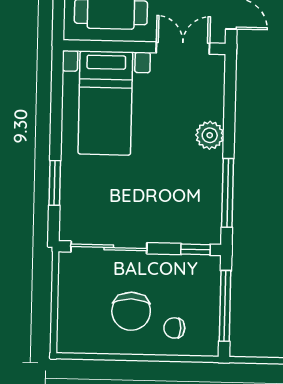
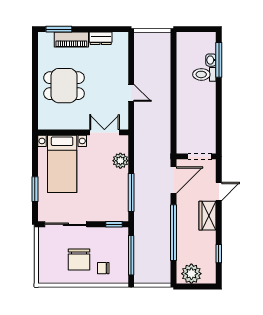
wall: (144, 47) -> (83, 132), moved
double door: (183, 48) -> (104, 132), moved
bed with nightstands: (105, 103) -> (62, 164), moved

